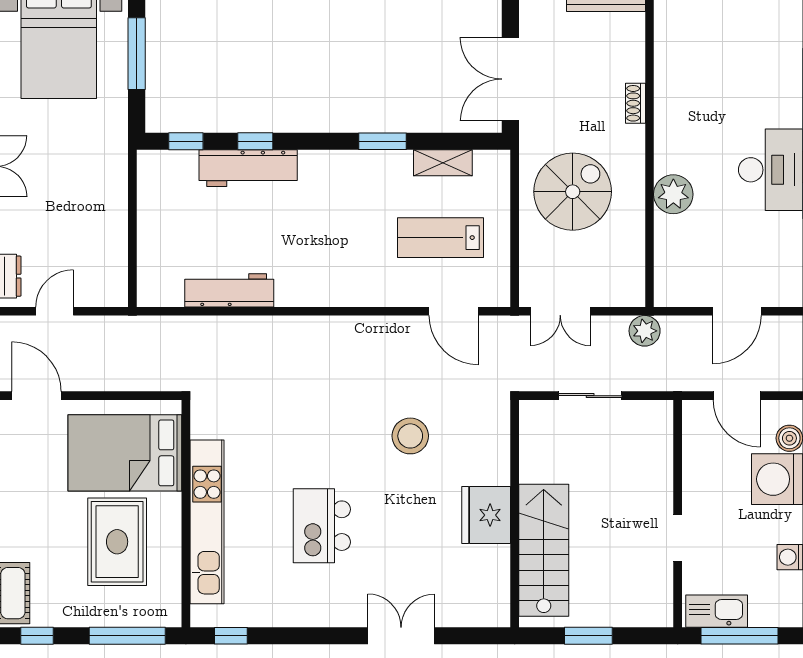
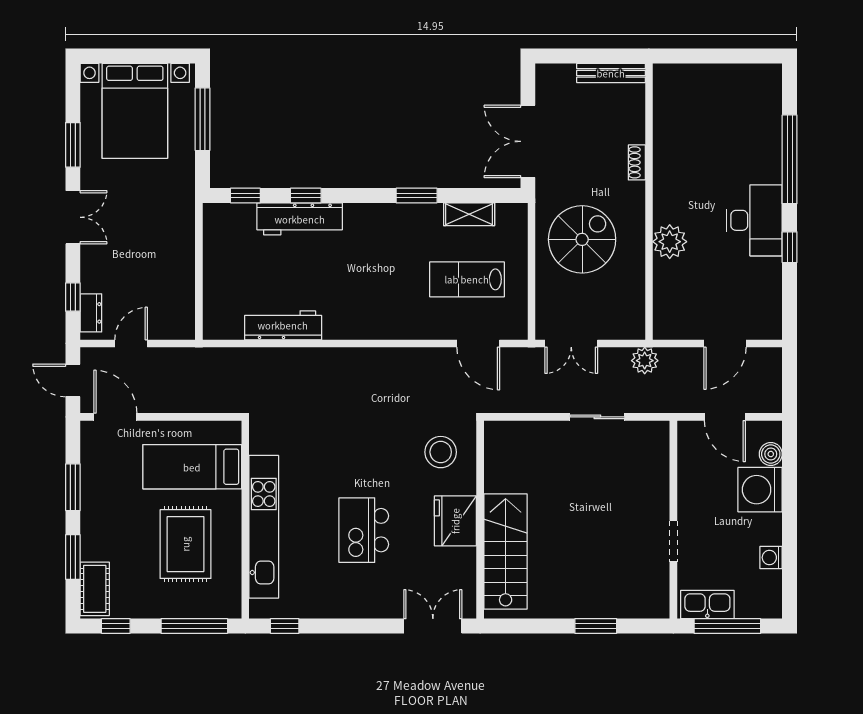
bed: (125, 453) -> (192, 467), width x0.67
wall: (515, 514) -> (480, 520), moved
fridge: (486, 515) -> (455, 521), moved
stairs: (544, 550) -> (506, 551), moved

